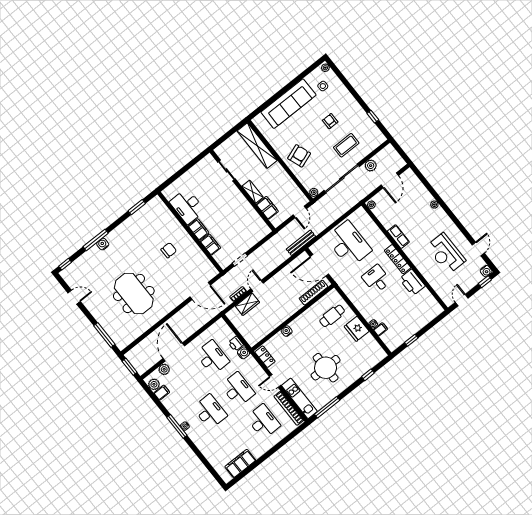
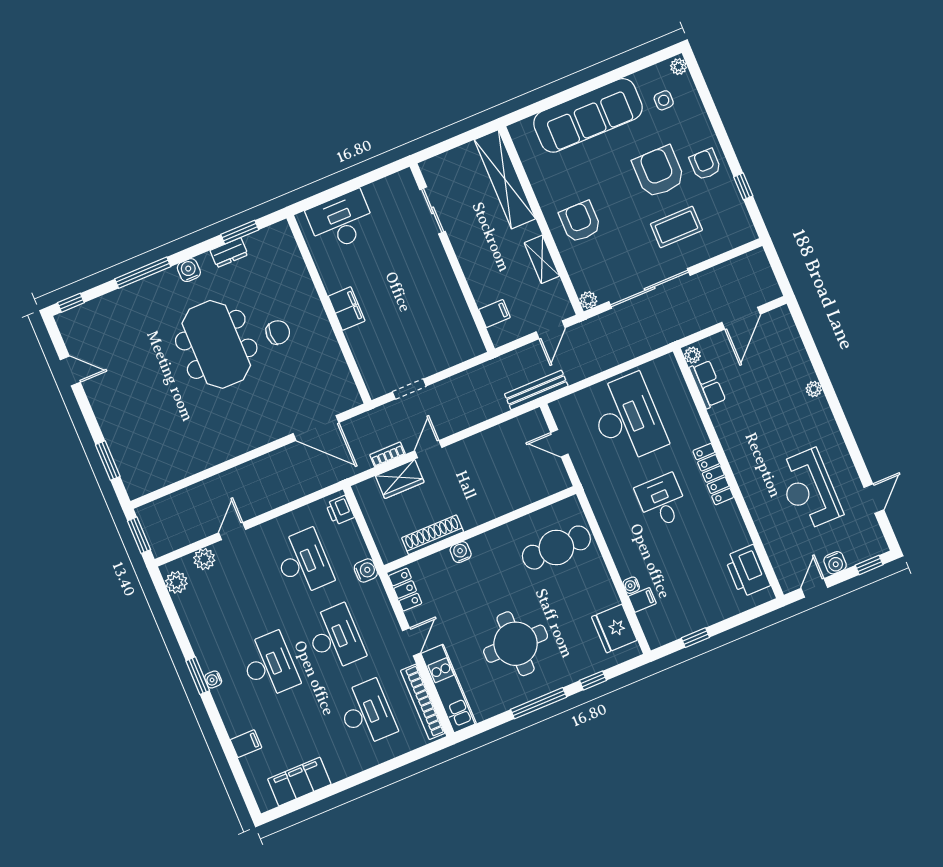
armchair: (352, 111) -> (705, 164), added
armchair: (330, 121) -> (659, 172), width x1.88, depth x1.88
armchair: (299, 156) -> (580, 222), turned -70
plant: (371, 166) -> (712, 279), removed
shelving: (253, 192) -> (542, 259), moved
desk: (187, 206) -> (341, 221), moved, turned 90
filing cabinet: (267, 208) -> (495, 314), width x0.50
dresser: (134, 219) -> (229, 253), added
row of seats: (398, 237) -> (707, 384), moved
water cooler: (103, 244) -> (189, 270), moved
filing cabinet: (210, 245) -> (361, 344), removed
door: (319, 265) -> (559, 443), width x0.53
water cooler: (486, 271) -> (835, 563), moved
printer: (412, 282) -> (747, 571), moved
meeting table: (134, 293) -> (216, 344), moved
shoe rack: (313, 293) -> (433, 535), moved
cafe table: (332, 316) -> (556, 548), width x1.37, depth x1.35
fridge: (357, 329) -> (614, 628), moved
window: (104, 335) -> (108, 461), width x0.69
printer: (236, 344) -> (340, 510), moved
door: (174, 352) -> (232, 531), width x0.53
door: (275, 381) -> (411, 642), swing flipped
filing cabinet: (162, 393) -> (246, 744), moved
window: (327, 407) -> (539, 703), moved
window: (177, 426) -> (198, 676), width x0.69

